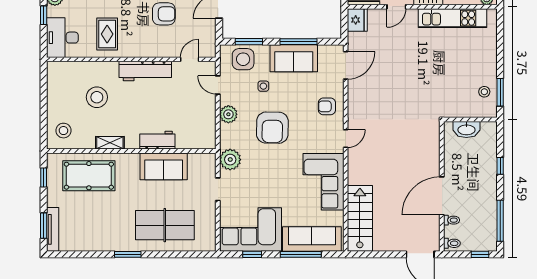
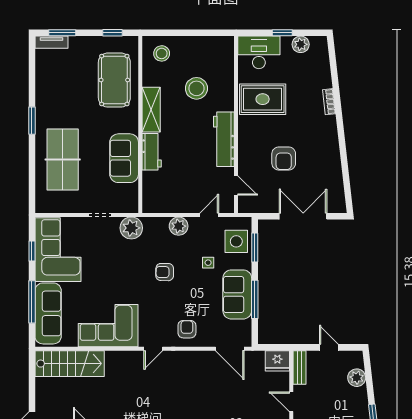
rug: (107, 34) -> (263, 99), width x1.36, depth x1.43
armchair: (272, 128) -> (165, 272), width x0.53, depth x0.53
door: (346, 139) -> (153, 349), hinge flipped
shelving: (110, 143) -> (151, 110), width x1.50, depth x1.33
tv unit: (53, 229) -> (51, 42), width x0.71

